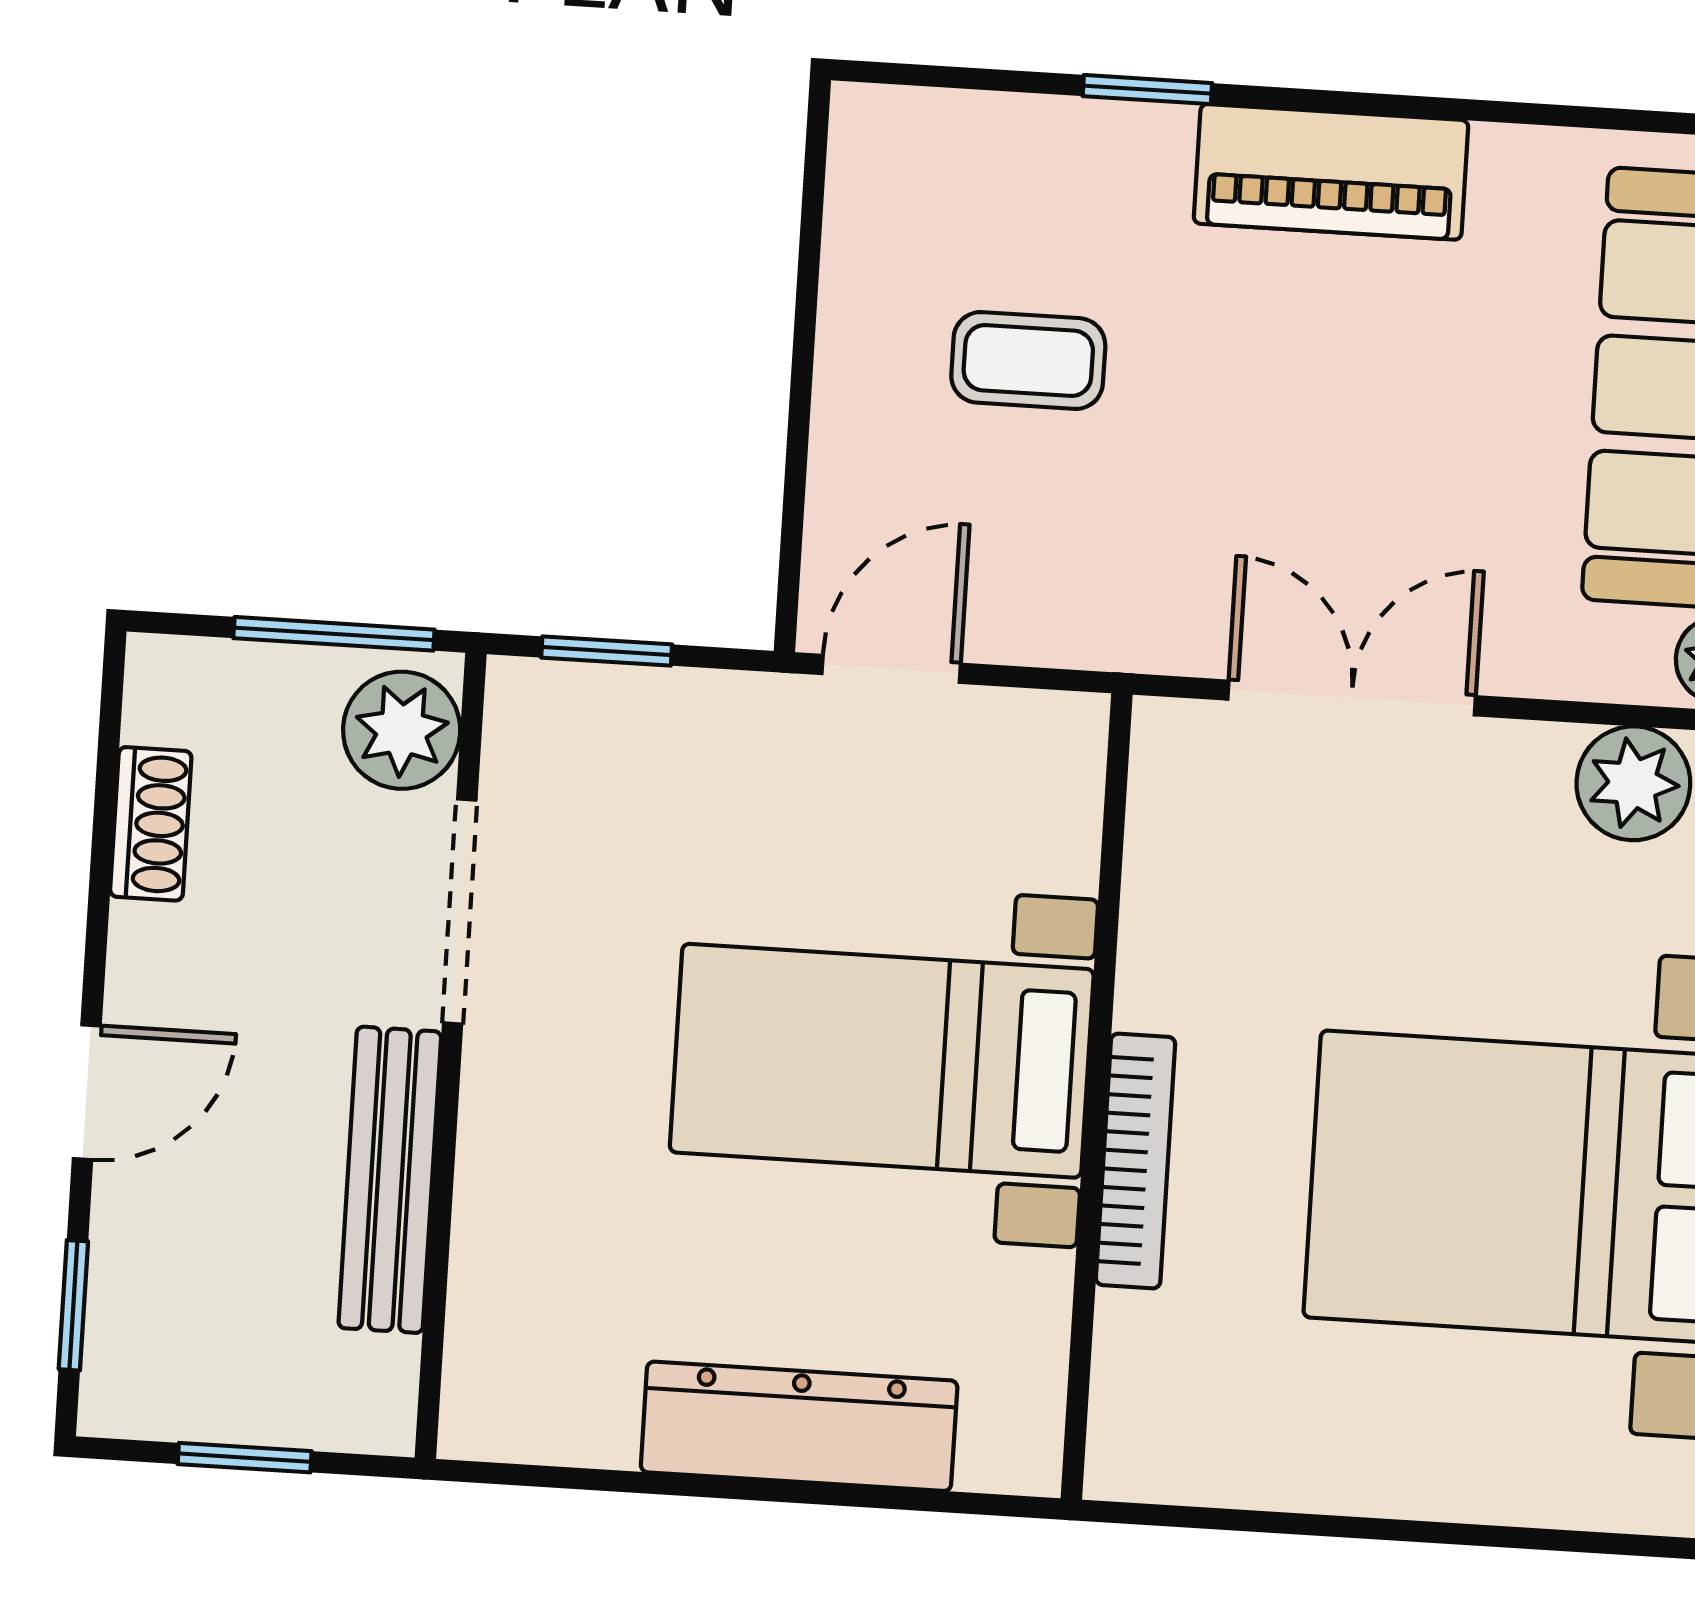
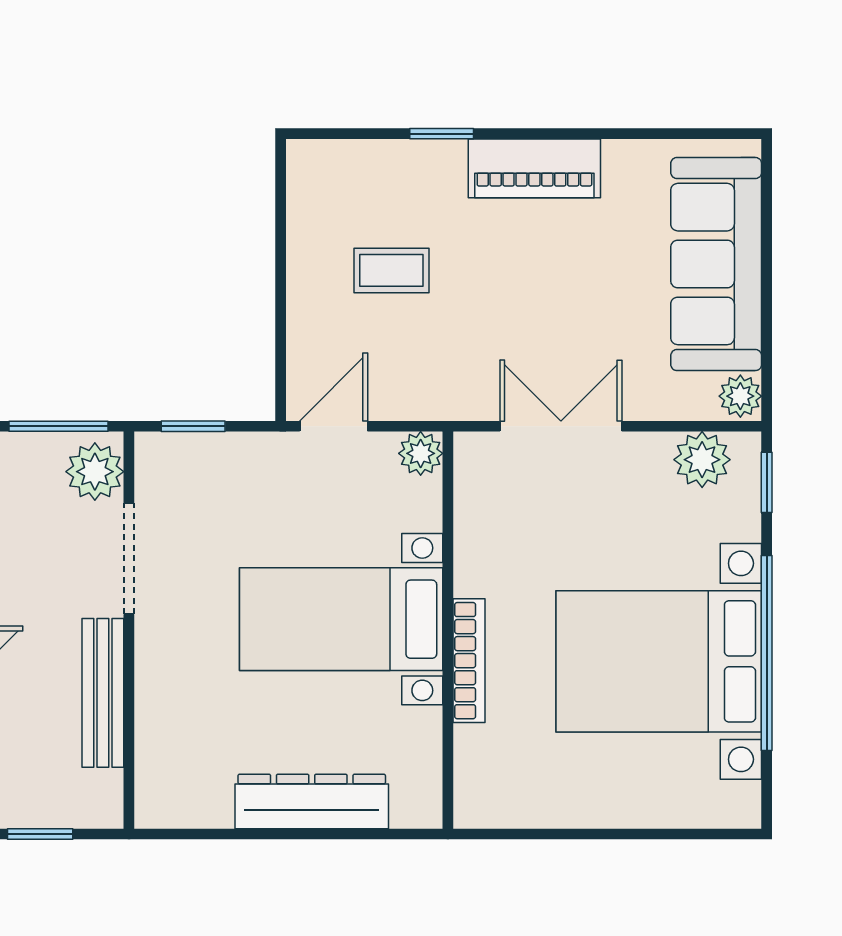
plant: (1064, 735) -> (421, 453), added

